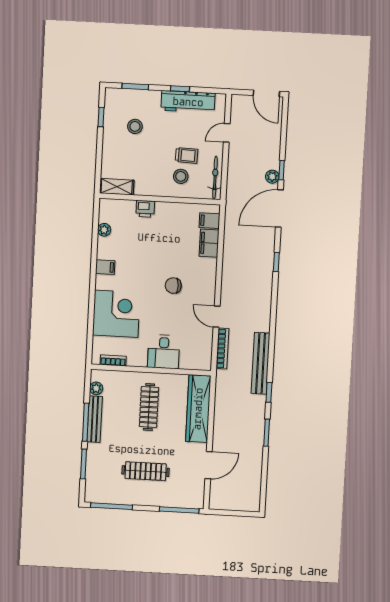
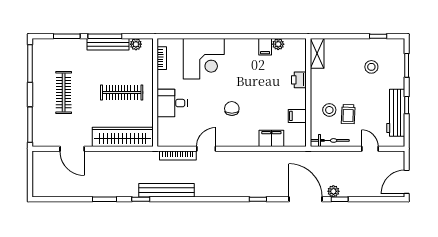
filing cabinet: (209, 221) -> (297, 116), moved, turned -90
filing cabinet: (105, 267) -> (265, 47), moved

